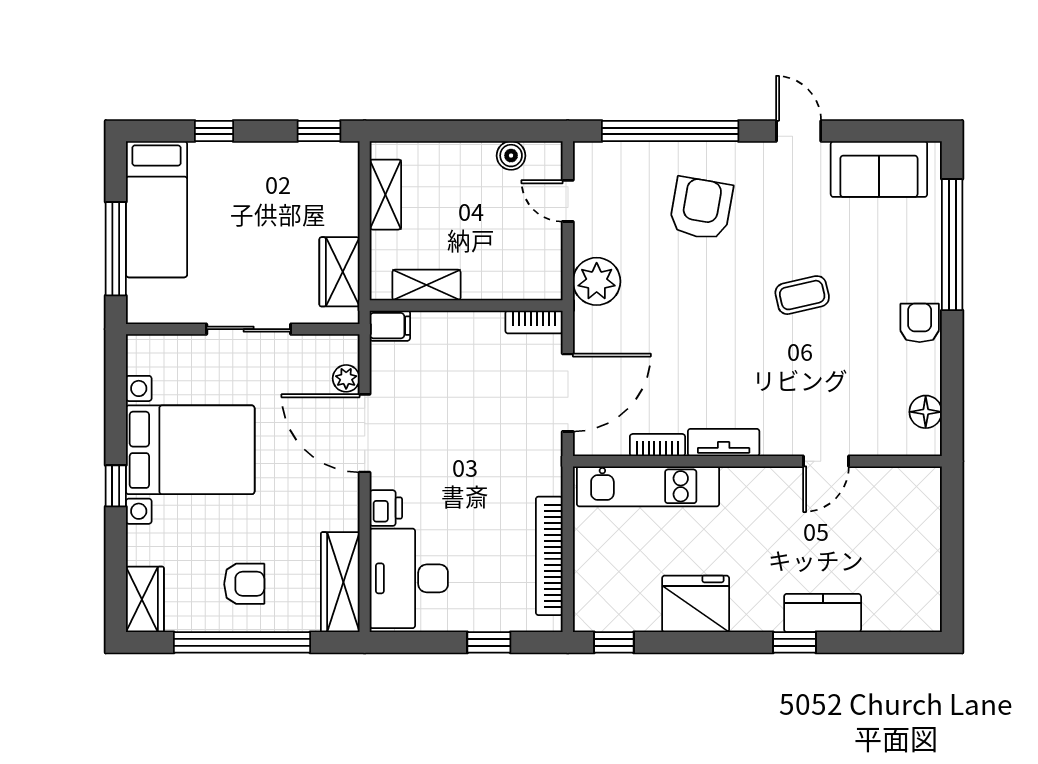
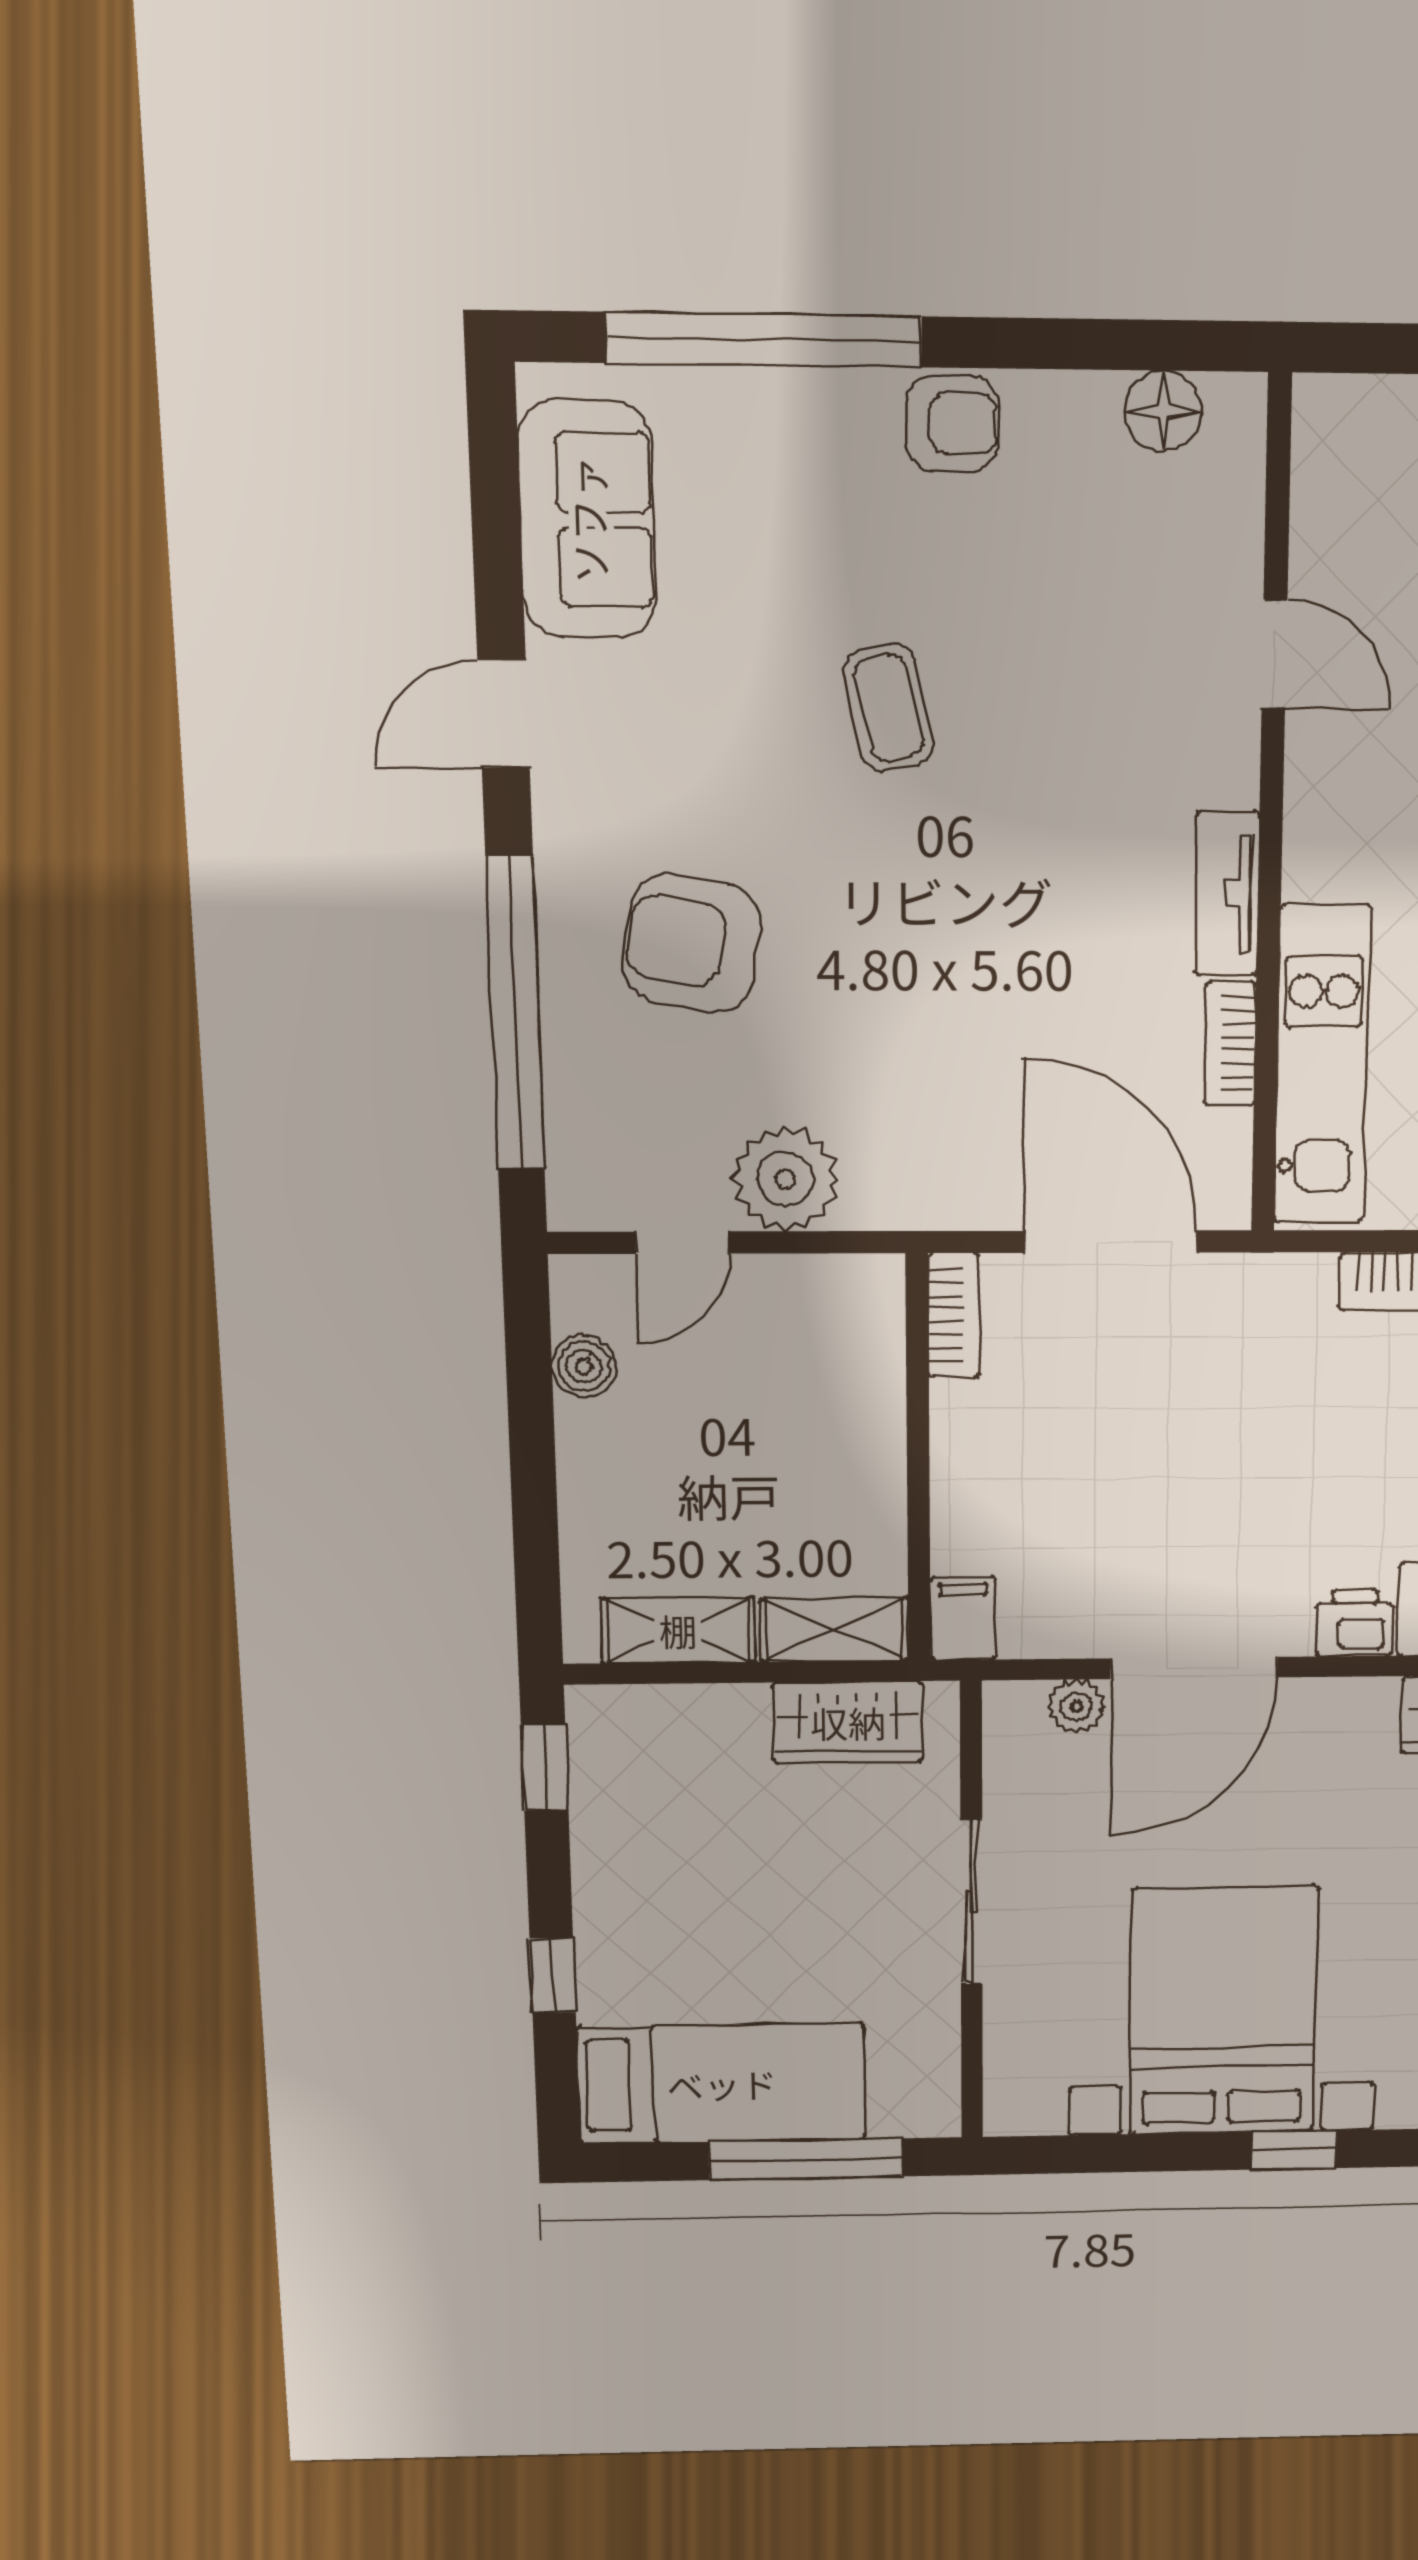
plant: (597, 281) -> (785, 1179), moved
shelving: (426, 285) -> (835, 1630), moved, turned 90
armchair: (920, 323) -> (952, 423), turned 180

